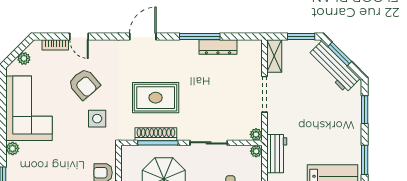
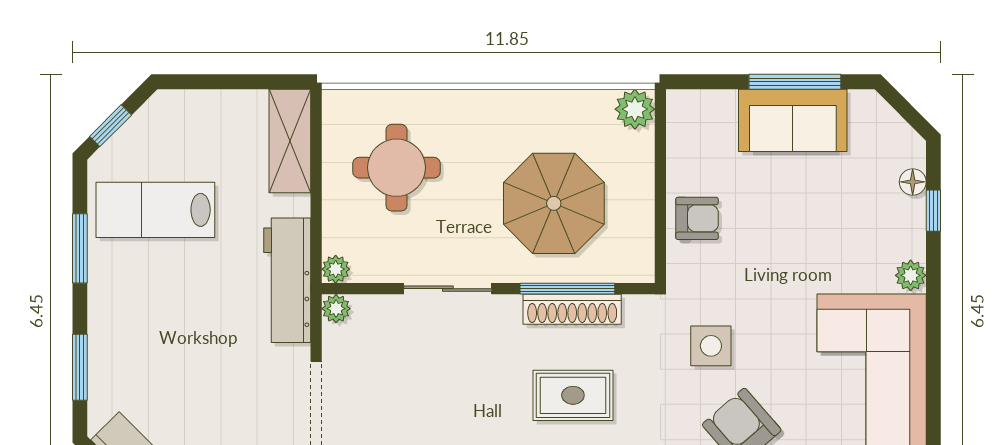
rug: (156, 98) -> (573, 395), width x0.73, depth x0.70
workbench: (277, 154) -> (287, 280), width x1.38

